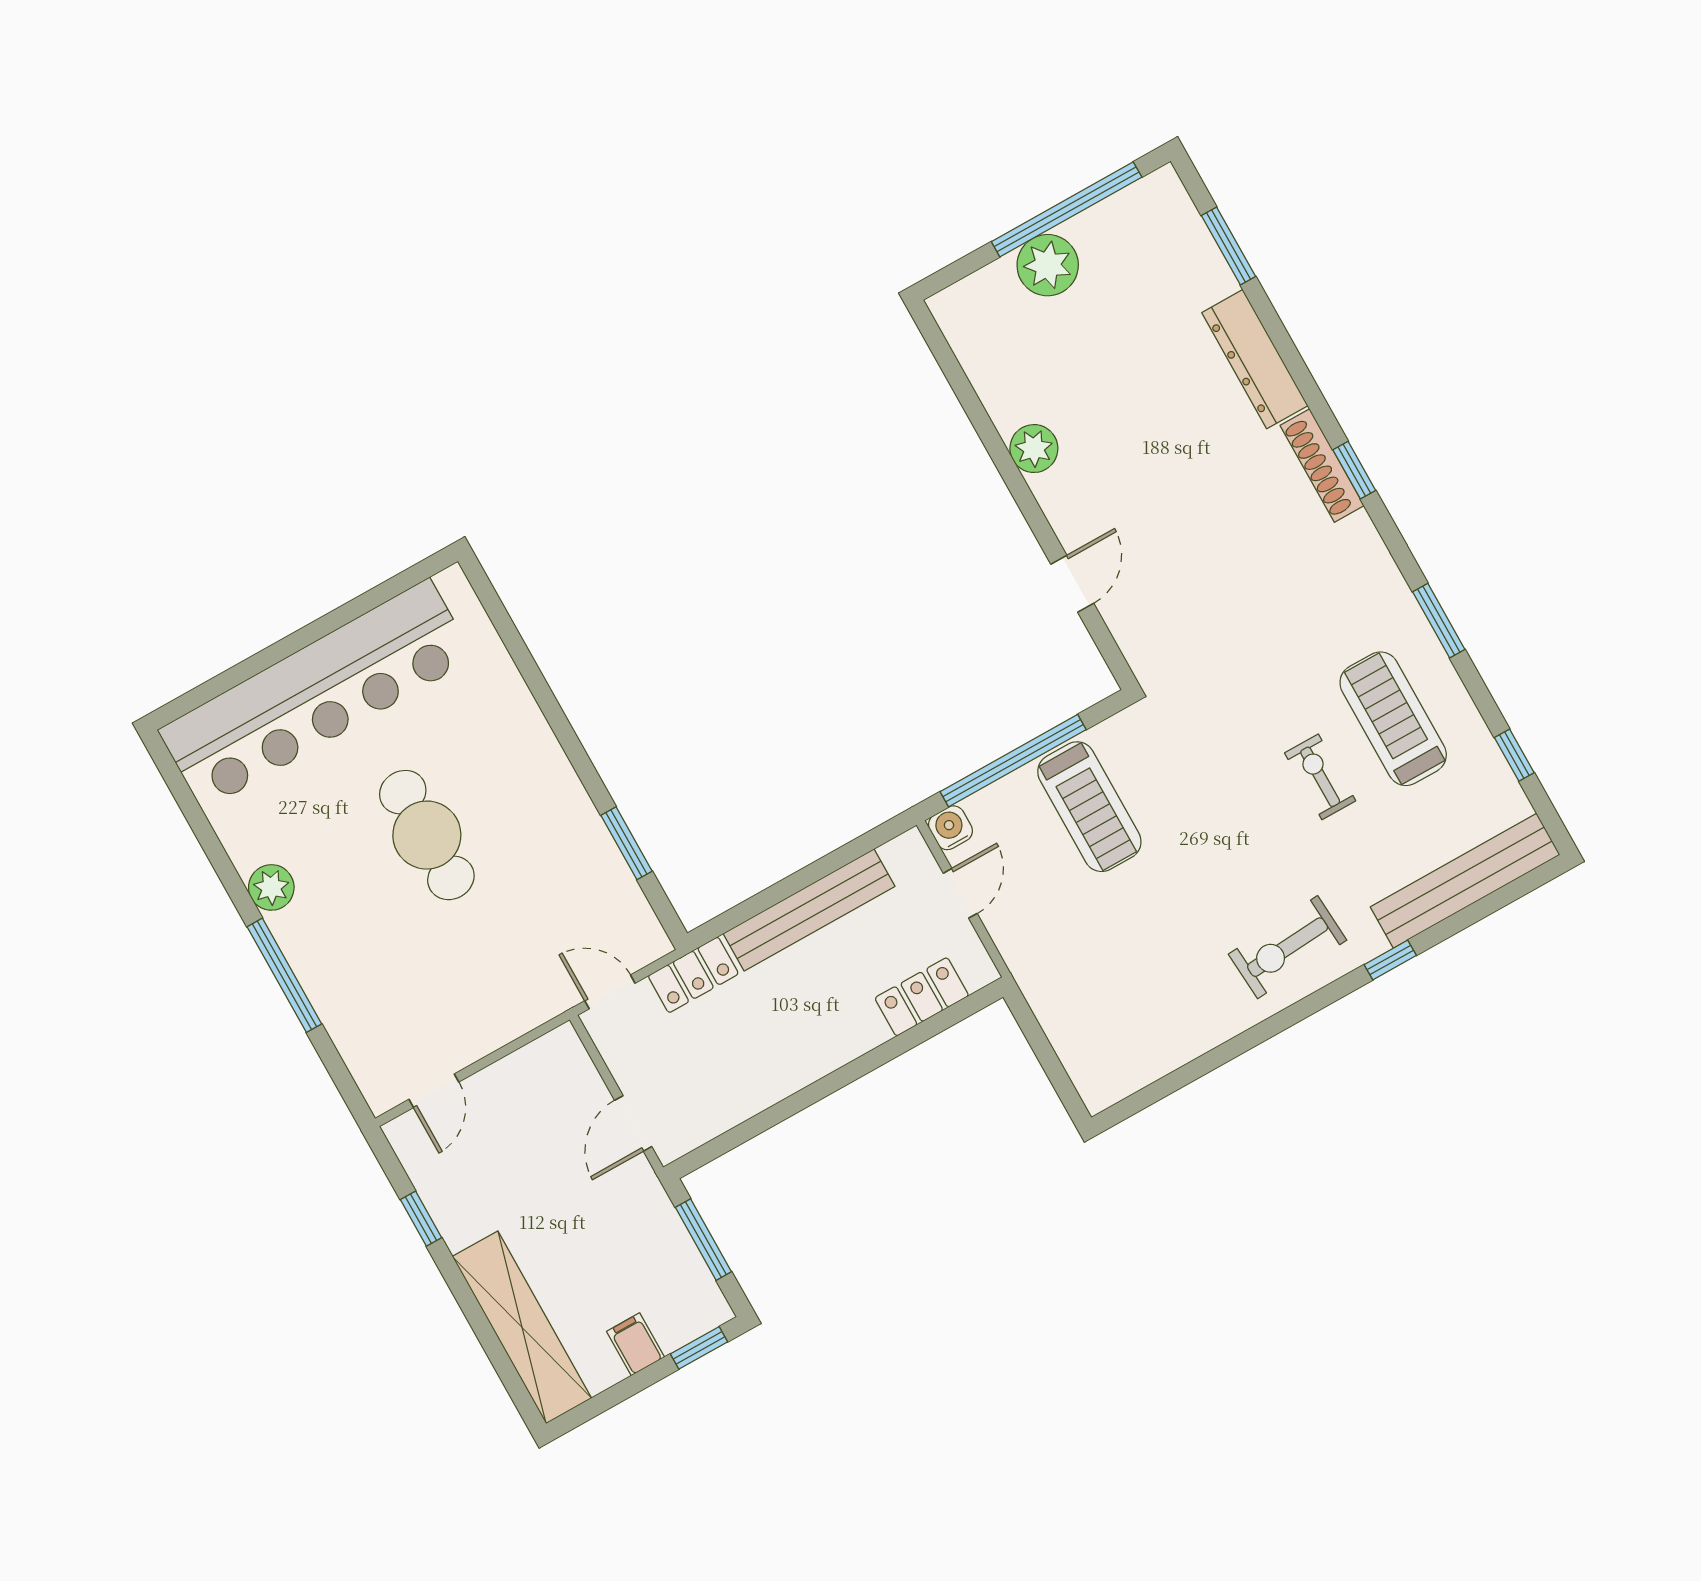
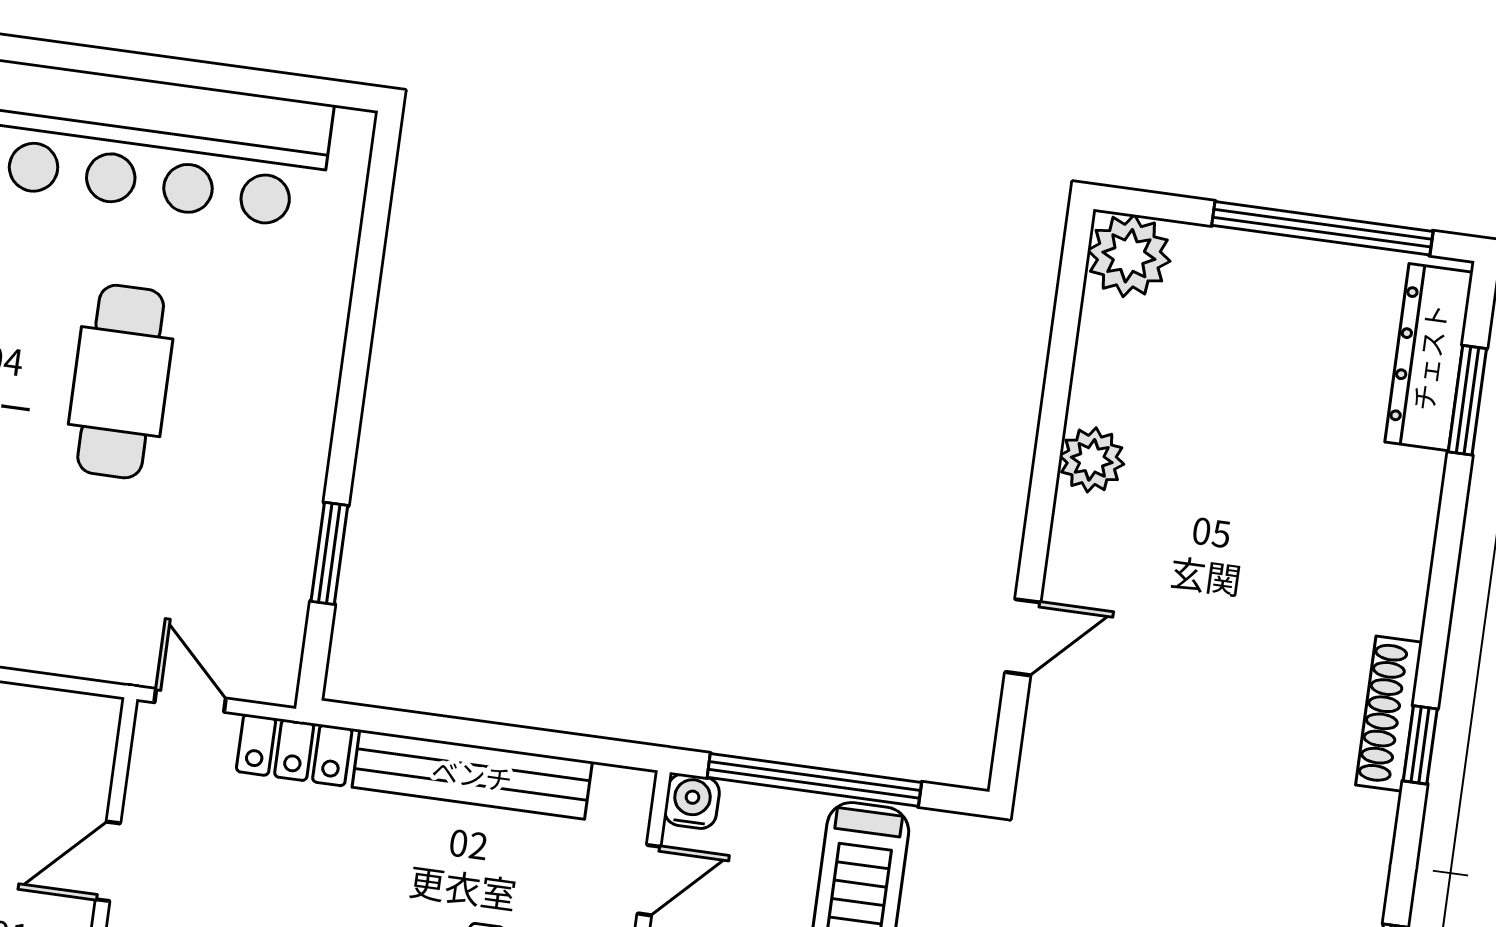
plant: (1048, 265) -> (1129, 256), moved
dresser: (1255, 359) -> (1429, 357), moved

